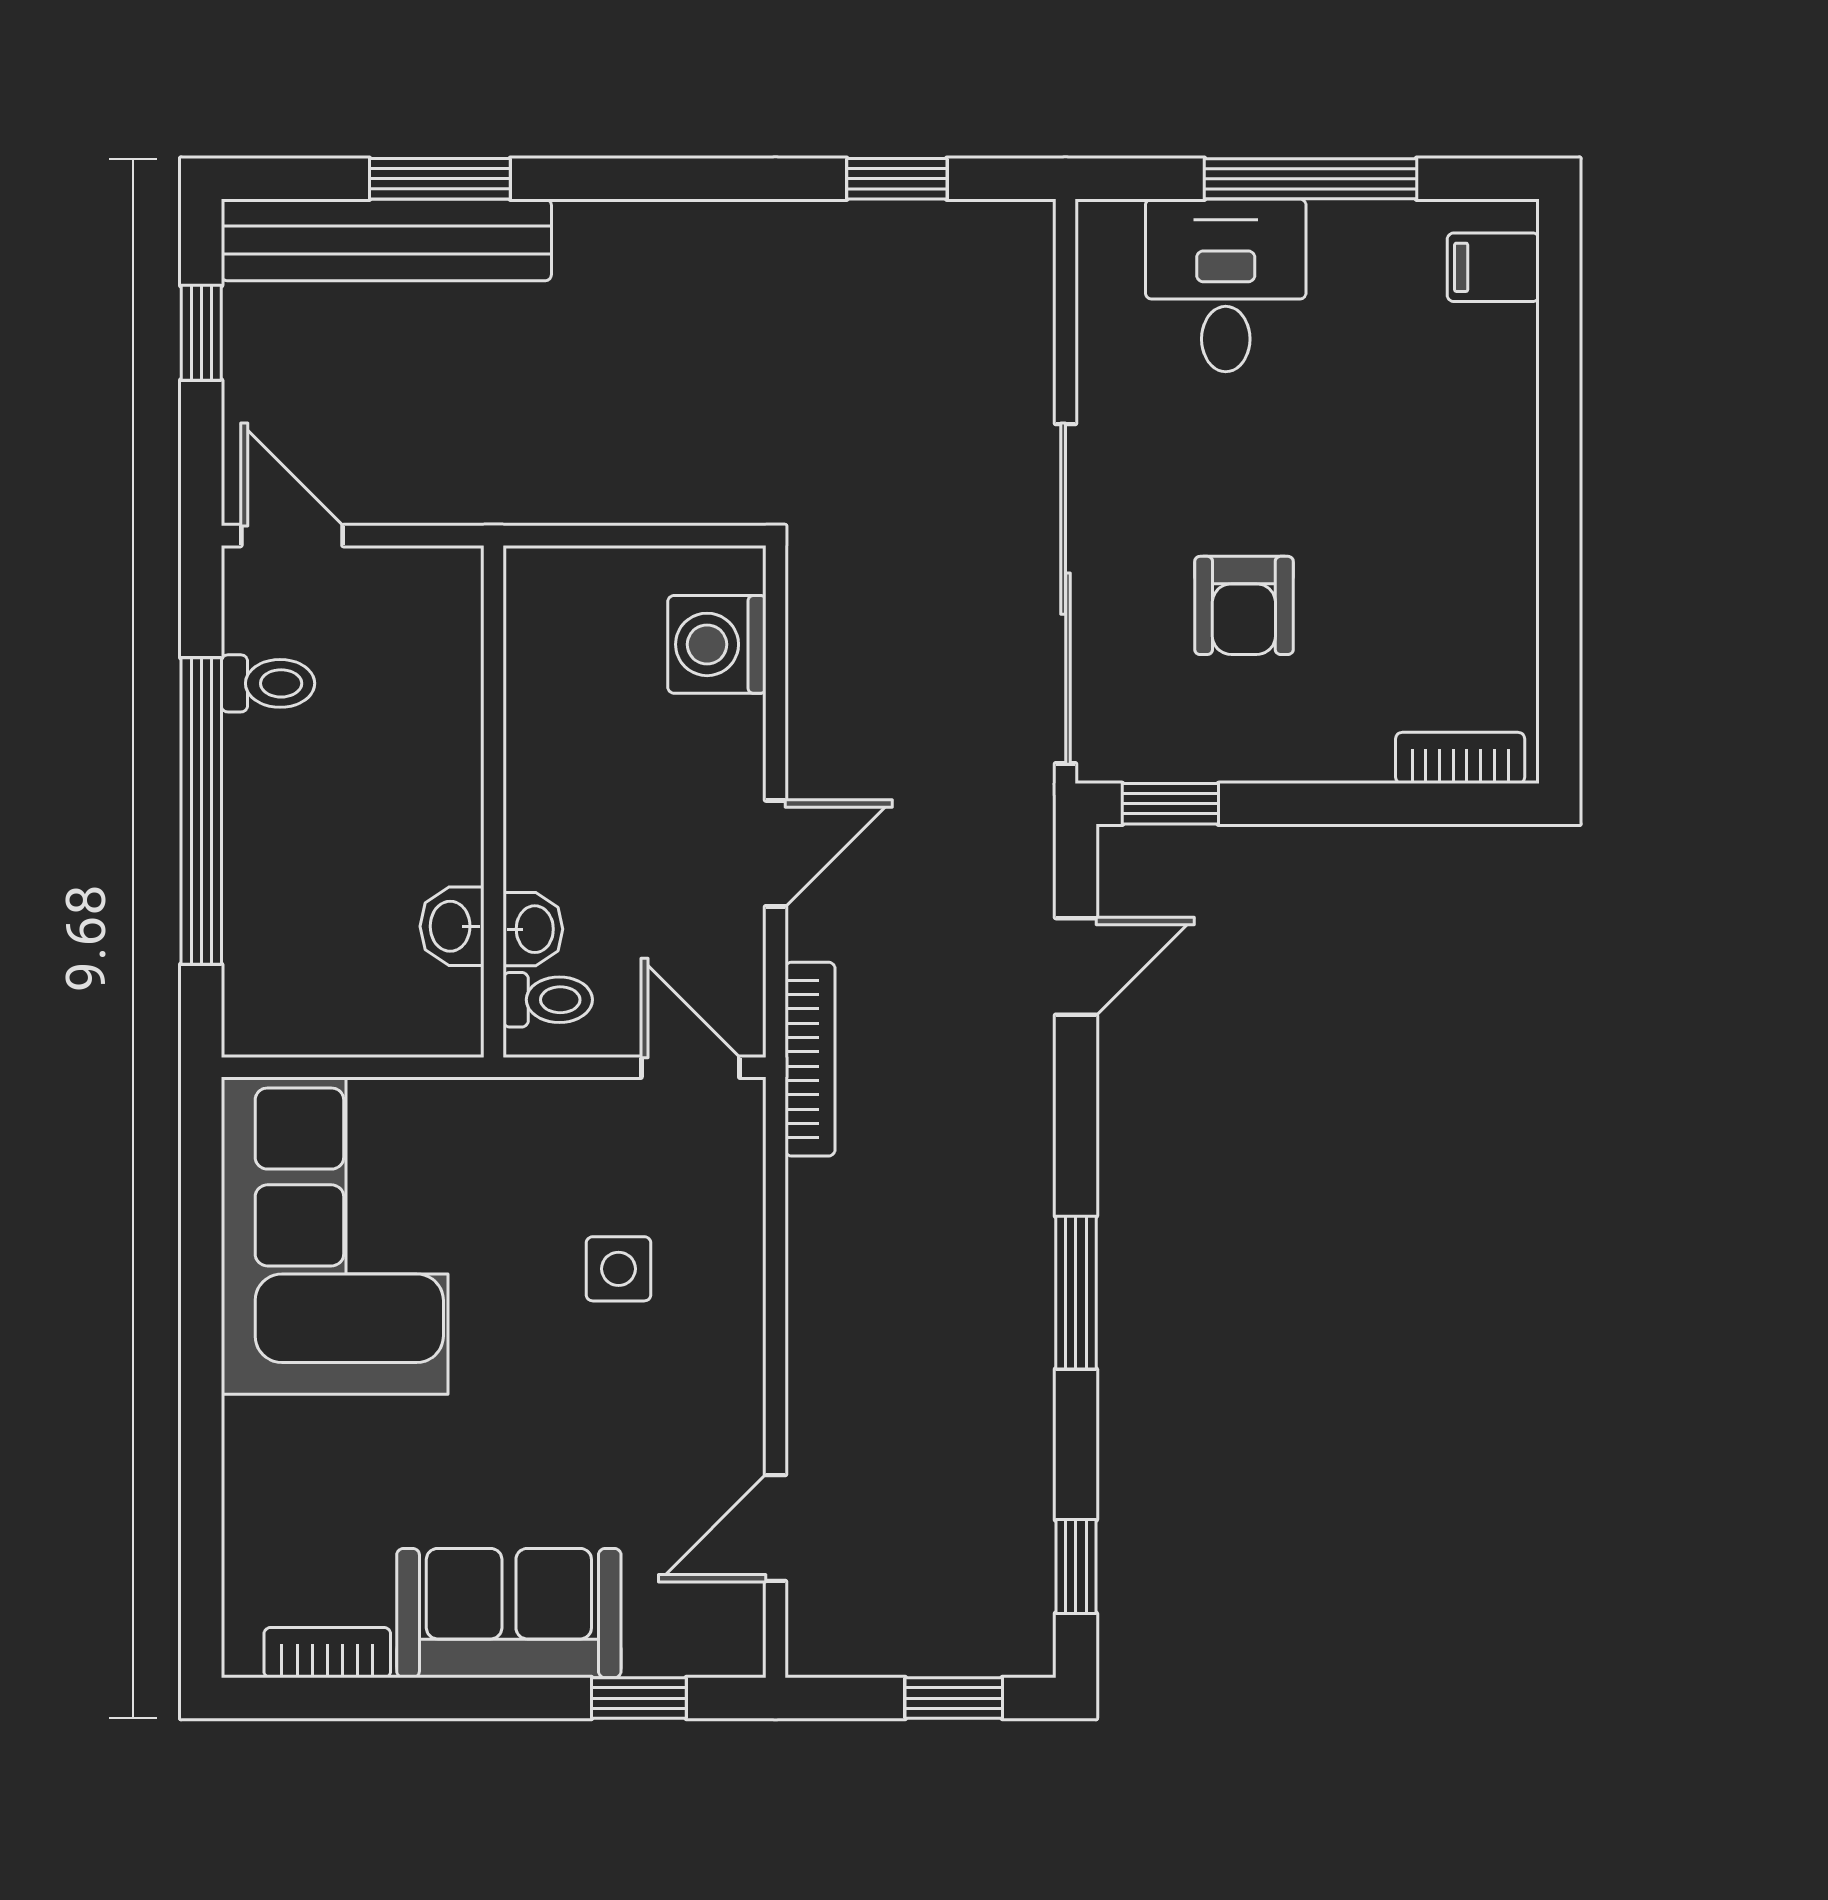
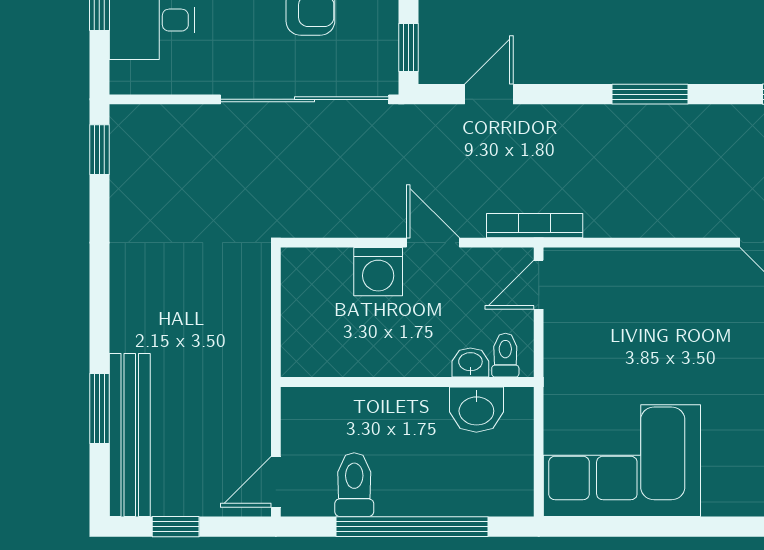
window: (897, 179) -> (99, 150), moved
washing machine: (717, 644) -> (378, 272), moved
toilet: (268, 683) -> (354, 485), width x1.37, depth x1.39
washbasin: (452, 926) -> (476, 410), width x1.38, depth x1.45
door: (1076, 966) -> (489, 94), hinge flipped
side table: (619, 1269) -> (638, 320), removed

